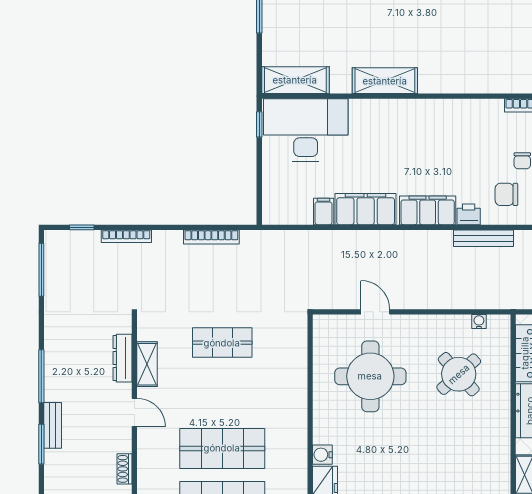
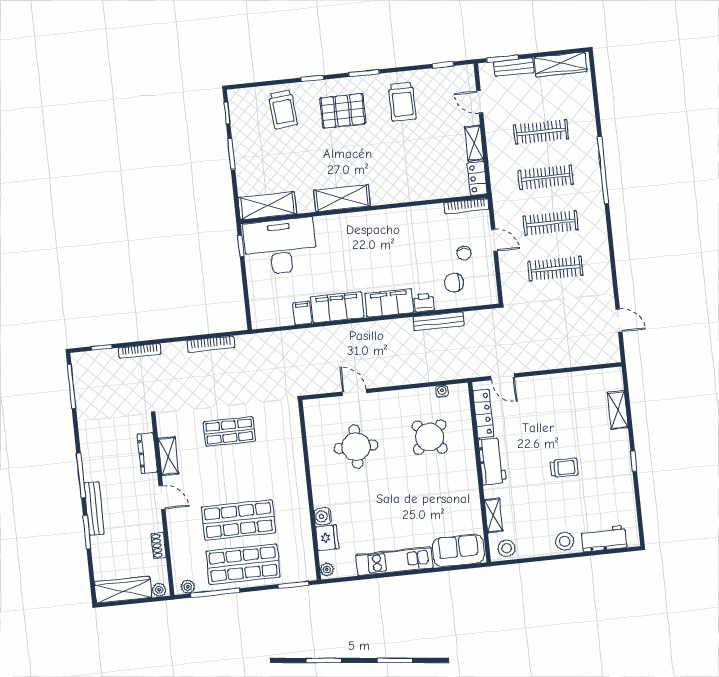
round table: (370, 376) -> (356, 447), width x0.73, depth x0.73
bench: (53, 425) -> (94, 509), width x1.36

